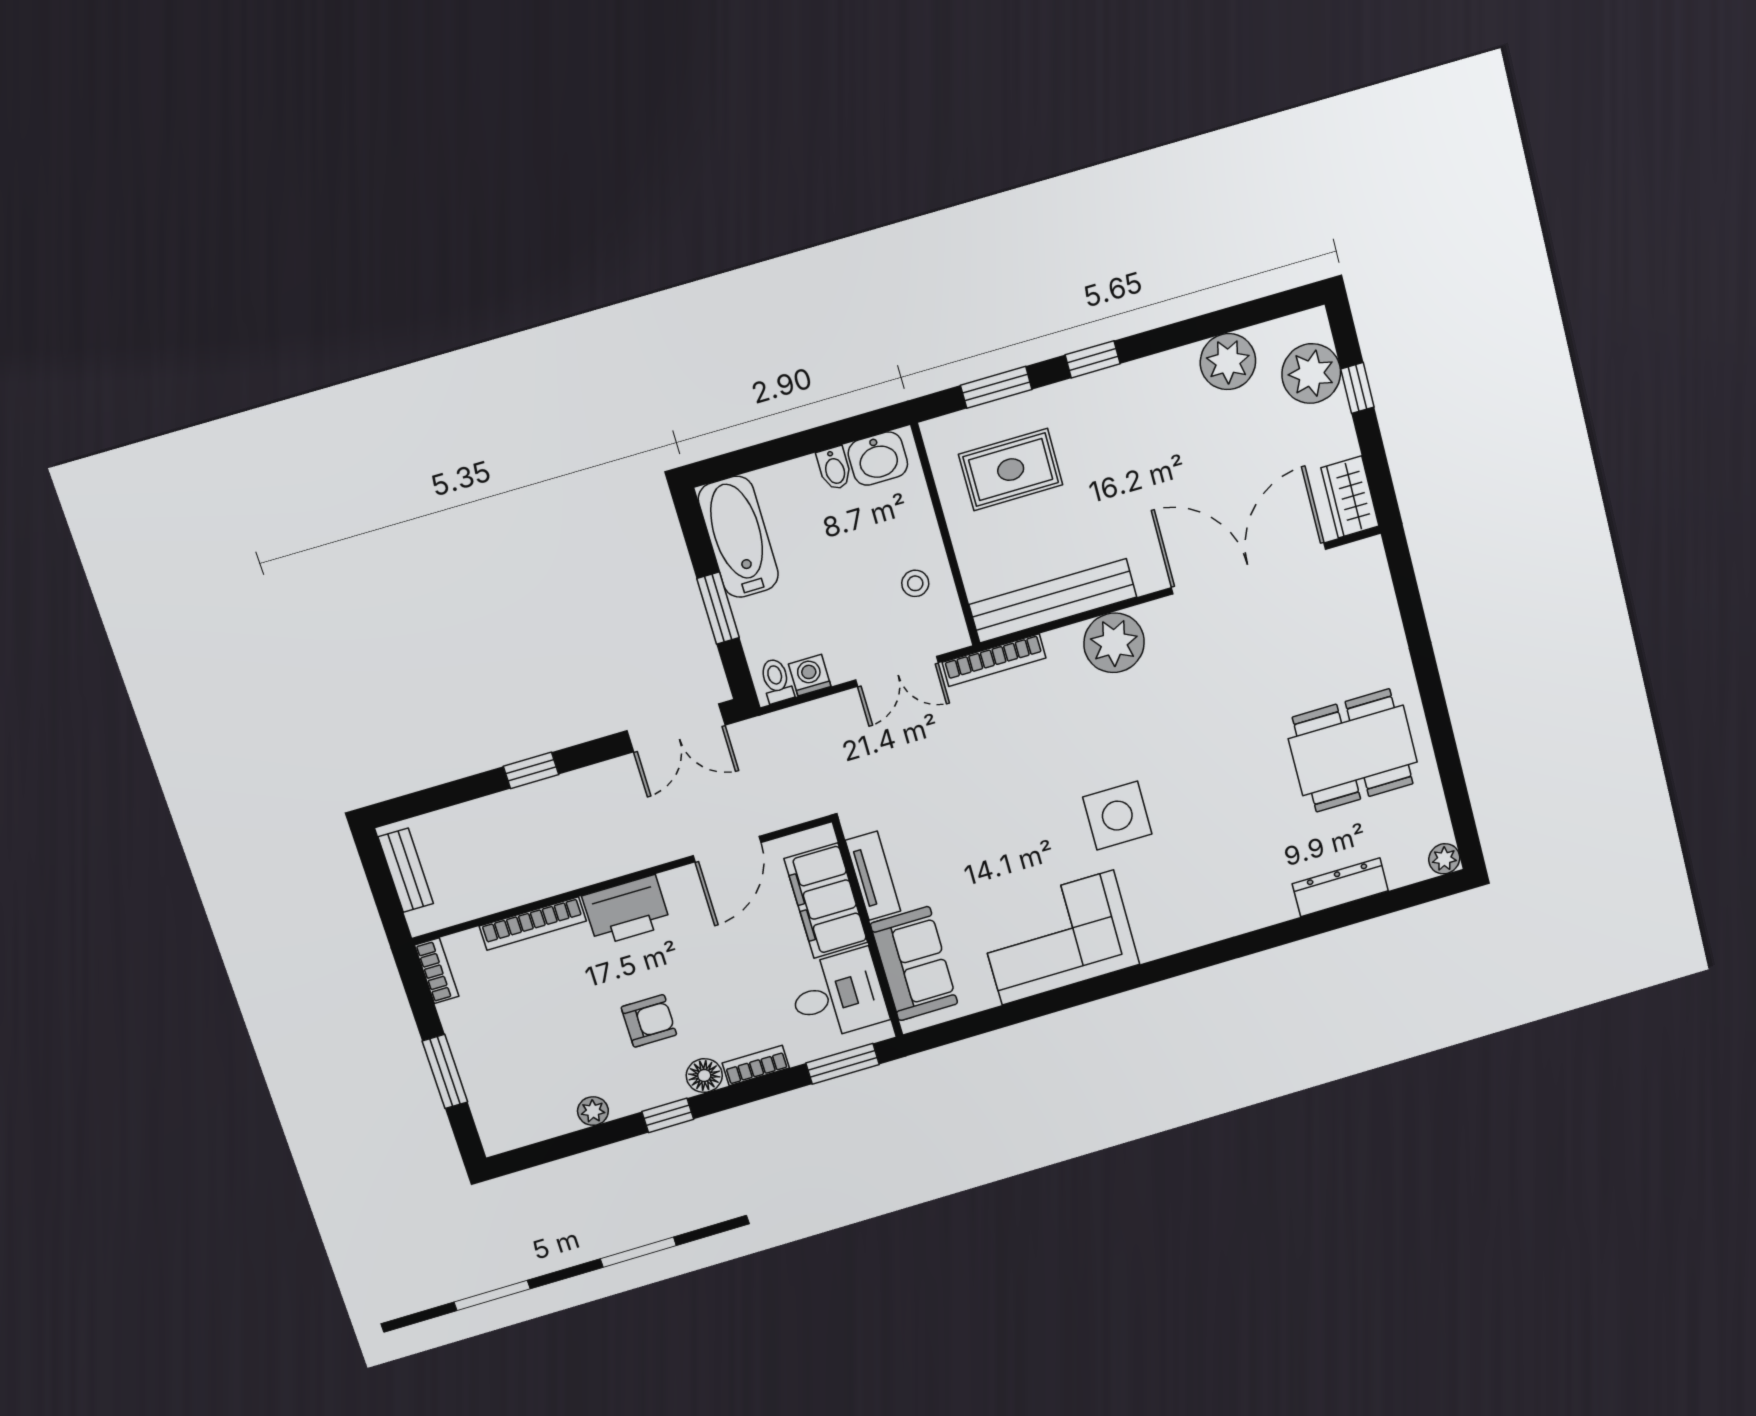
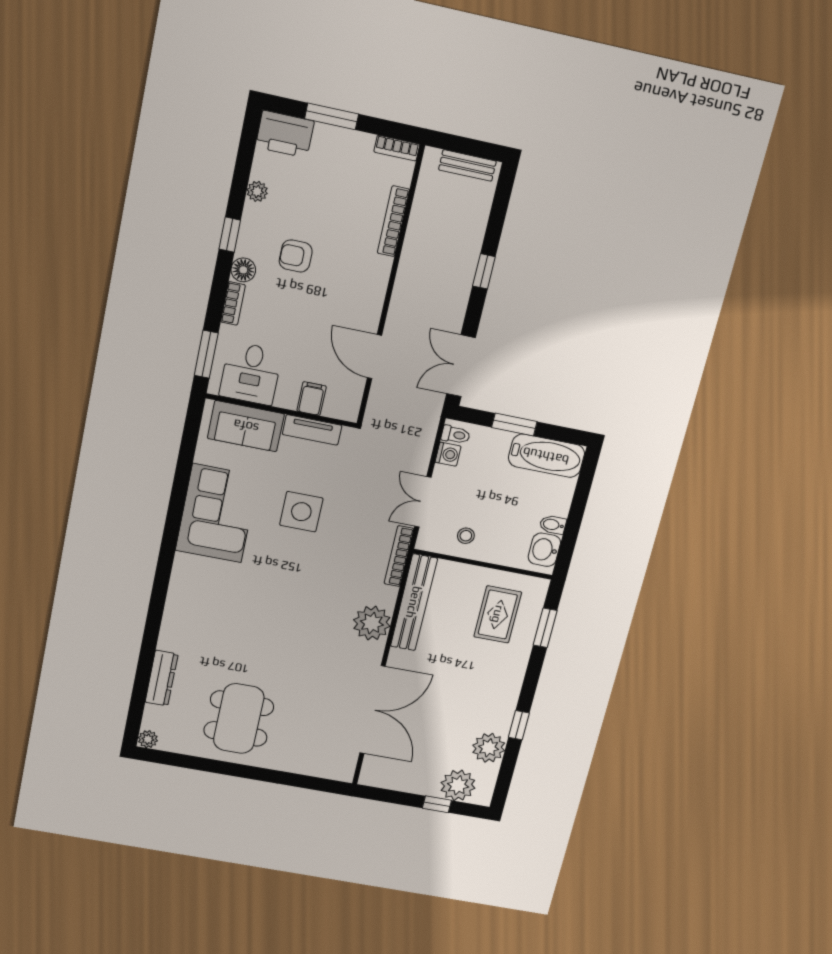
window: (1093, 359) -> (519, 725), moved
wardrobe: (1350, 497) -> (381, 777), removed
side table: (1117, 816) -> (301, 512), moved
filing cabinet: (826, 901) -> (312, 399), width x0.33, depth x0.86
printer: (626, 910) -> (285, 134), moved, turned -90
armchair: (649, 1021) -> (296, 256), turned 90

